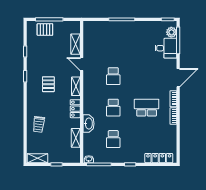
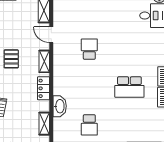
school desk: (113, 76) -> (89, 49), turned 180
school desk: (113, 108) -> (89, 87), removed
school desk: (147, 108) -> (129, 87), turned 180

